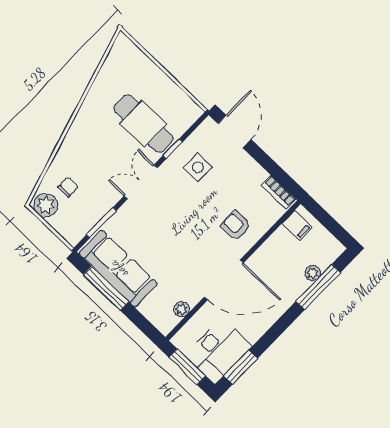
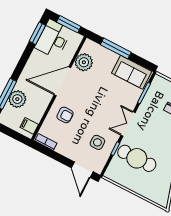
double door: (141, 182) -> (128, 124), swing flipped
sofa: (118, 269) -> (132, 72), width x0.73
plant: (313, 273) -> (17, 99), width x1.88, depth x1.88
window: (106, 288) -> (116, 48), moved
plant: (182, 309) -> (84, 62), width x1.87, depth x1.87

